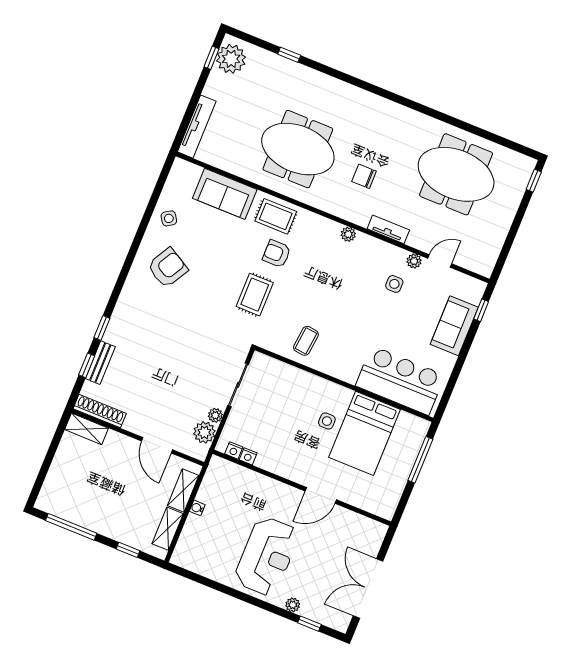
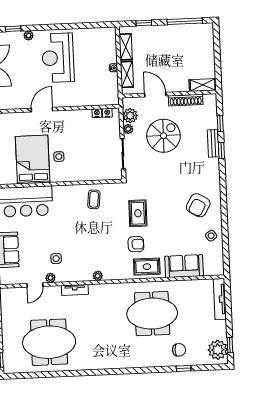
chair: (364, 176) -> (179, 350), moved
bench: (100, 363) -> (213, 143), moved
spiral stairs: (171, 384) -> (164, 136), added
shoe rack: (100, 411) -> (186, 100), moved

